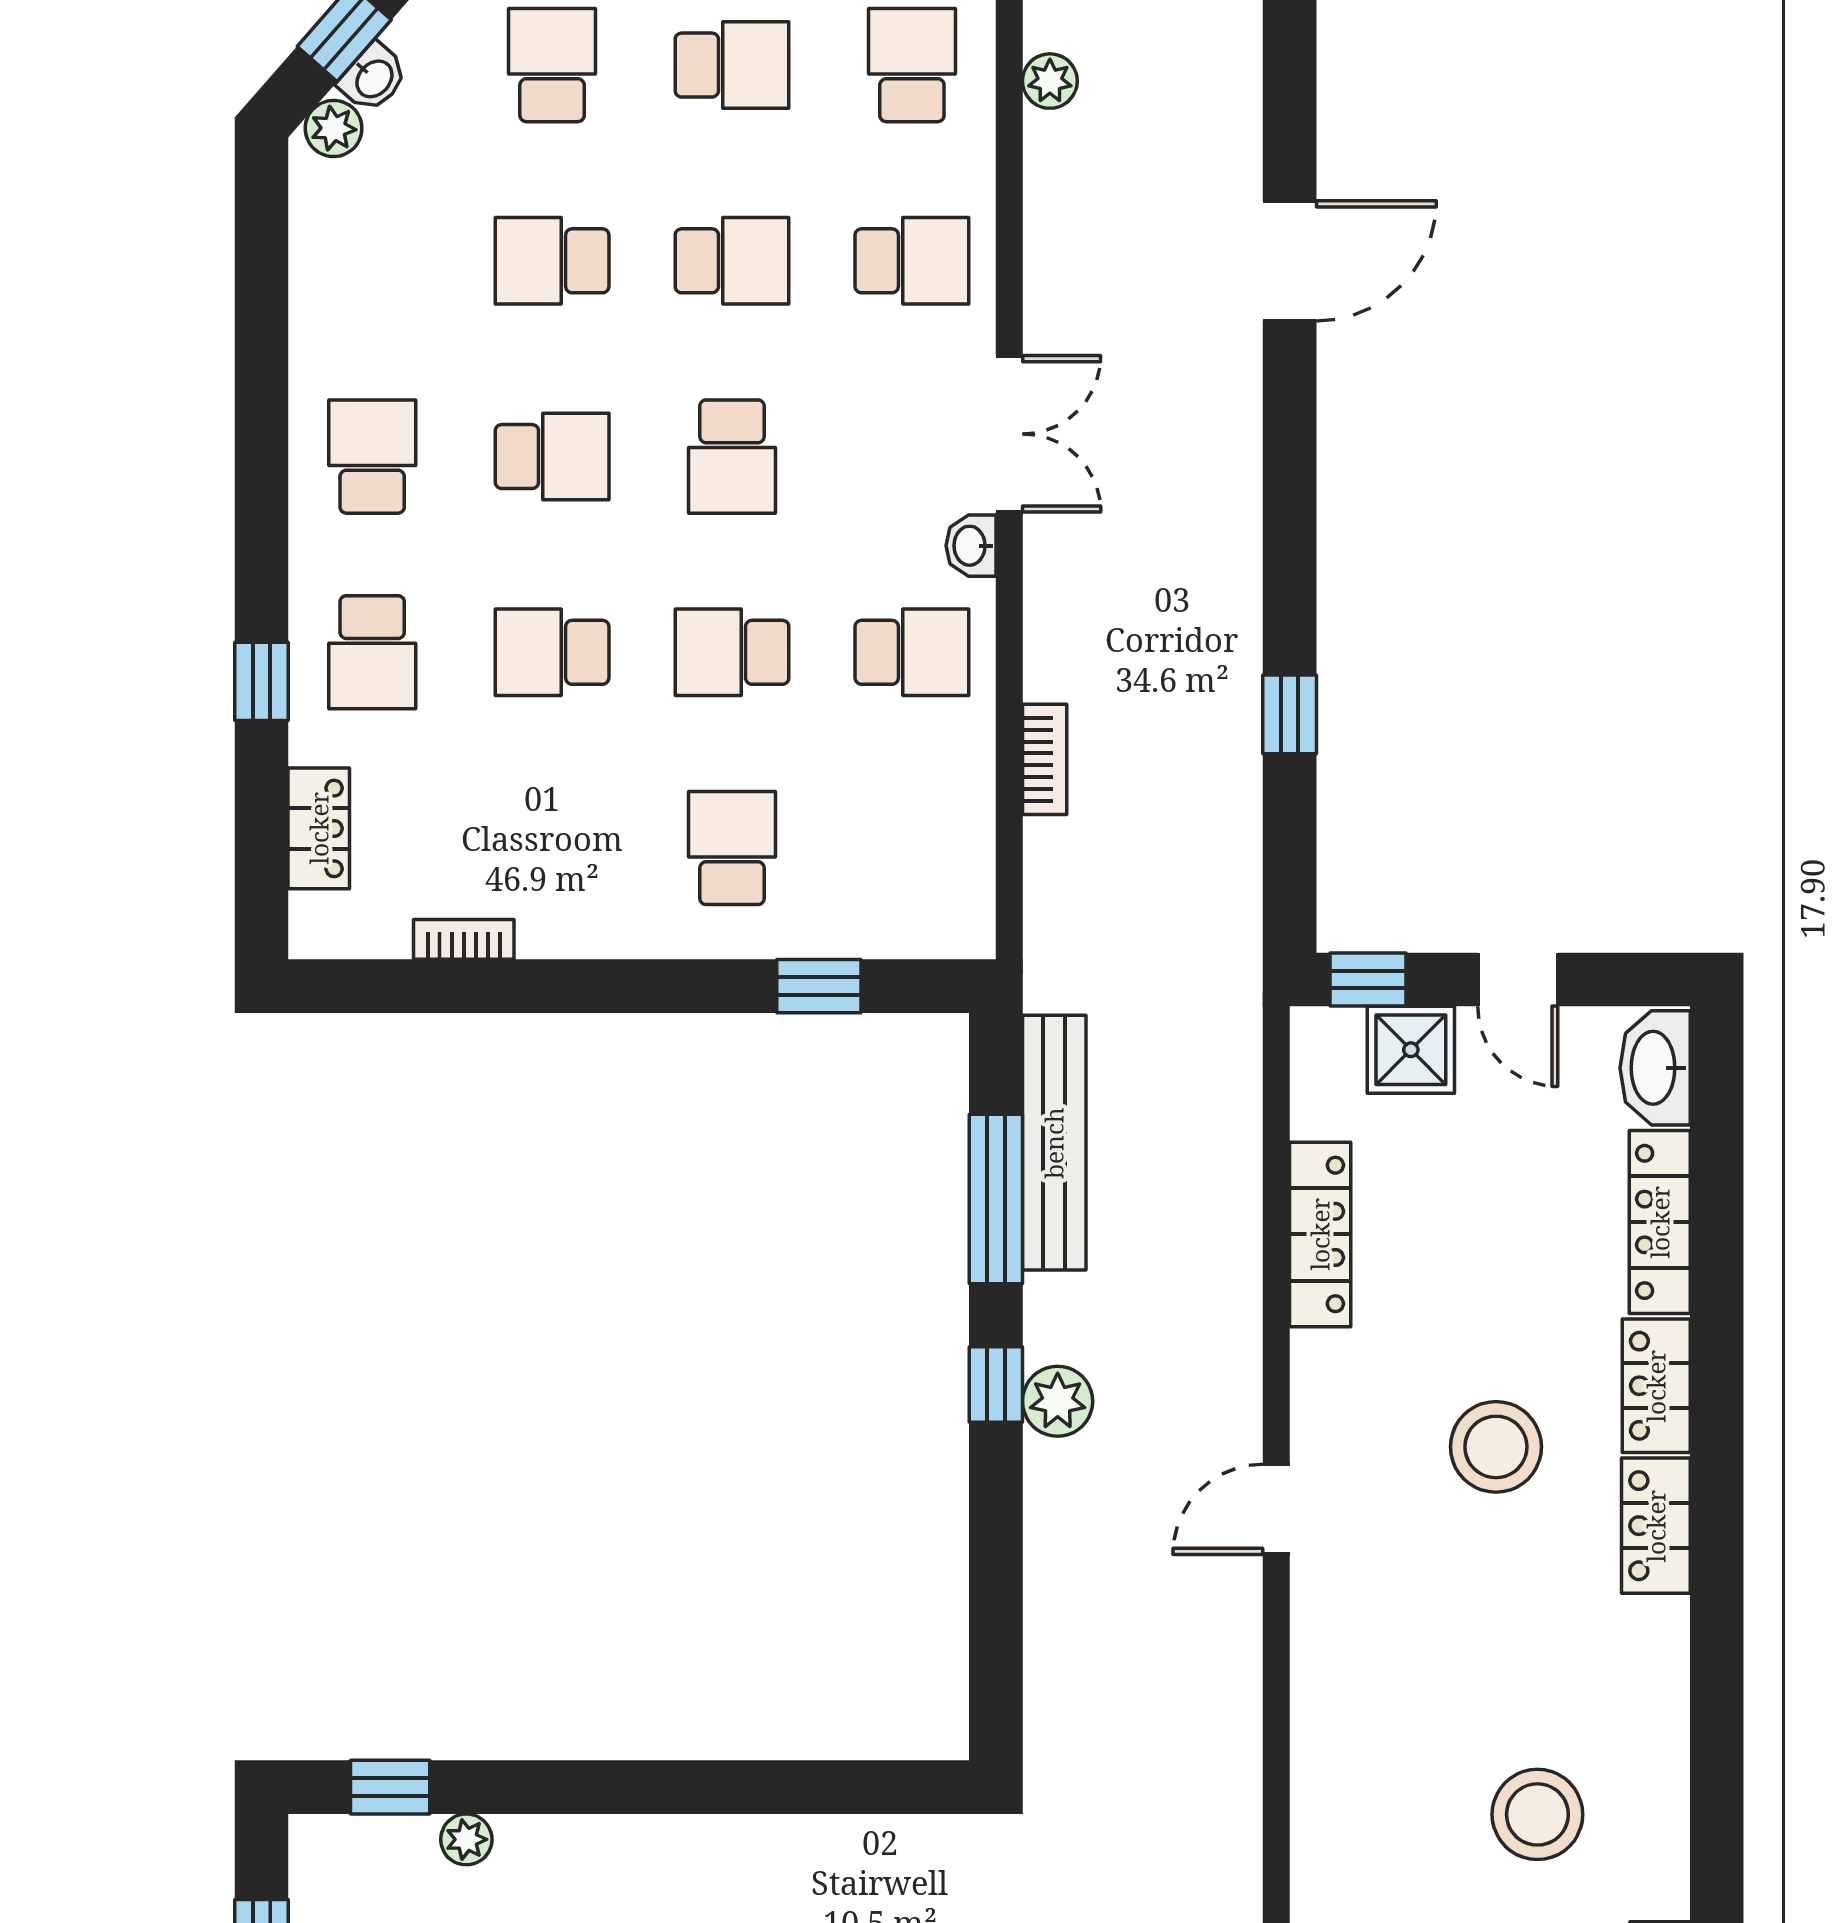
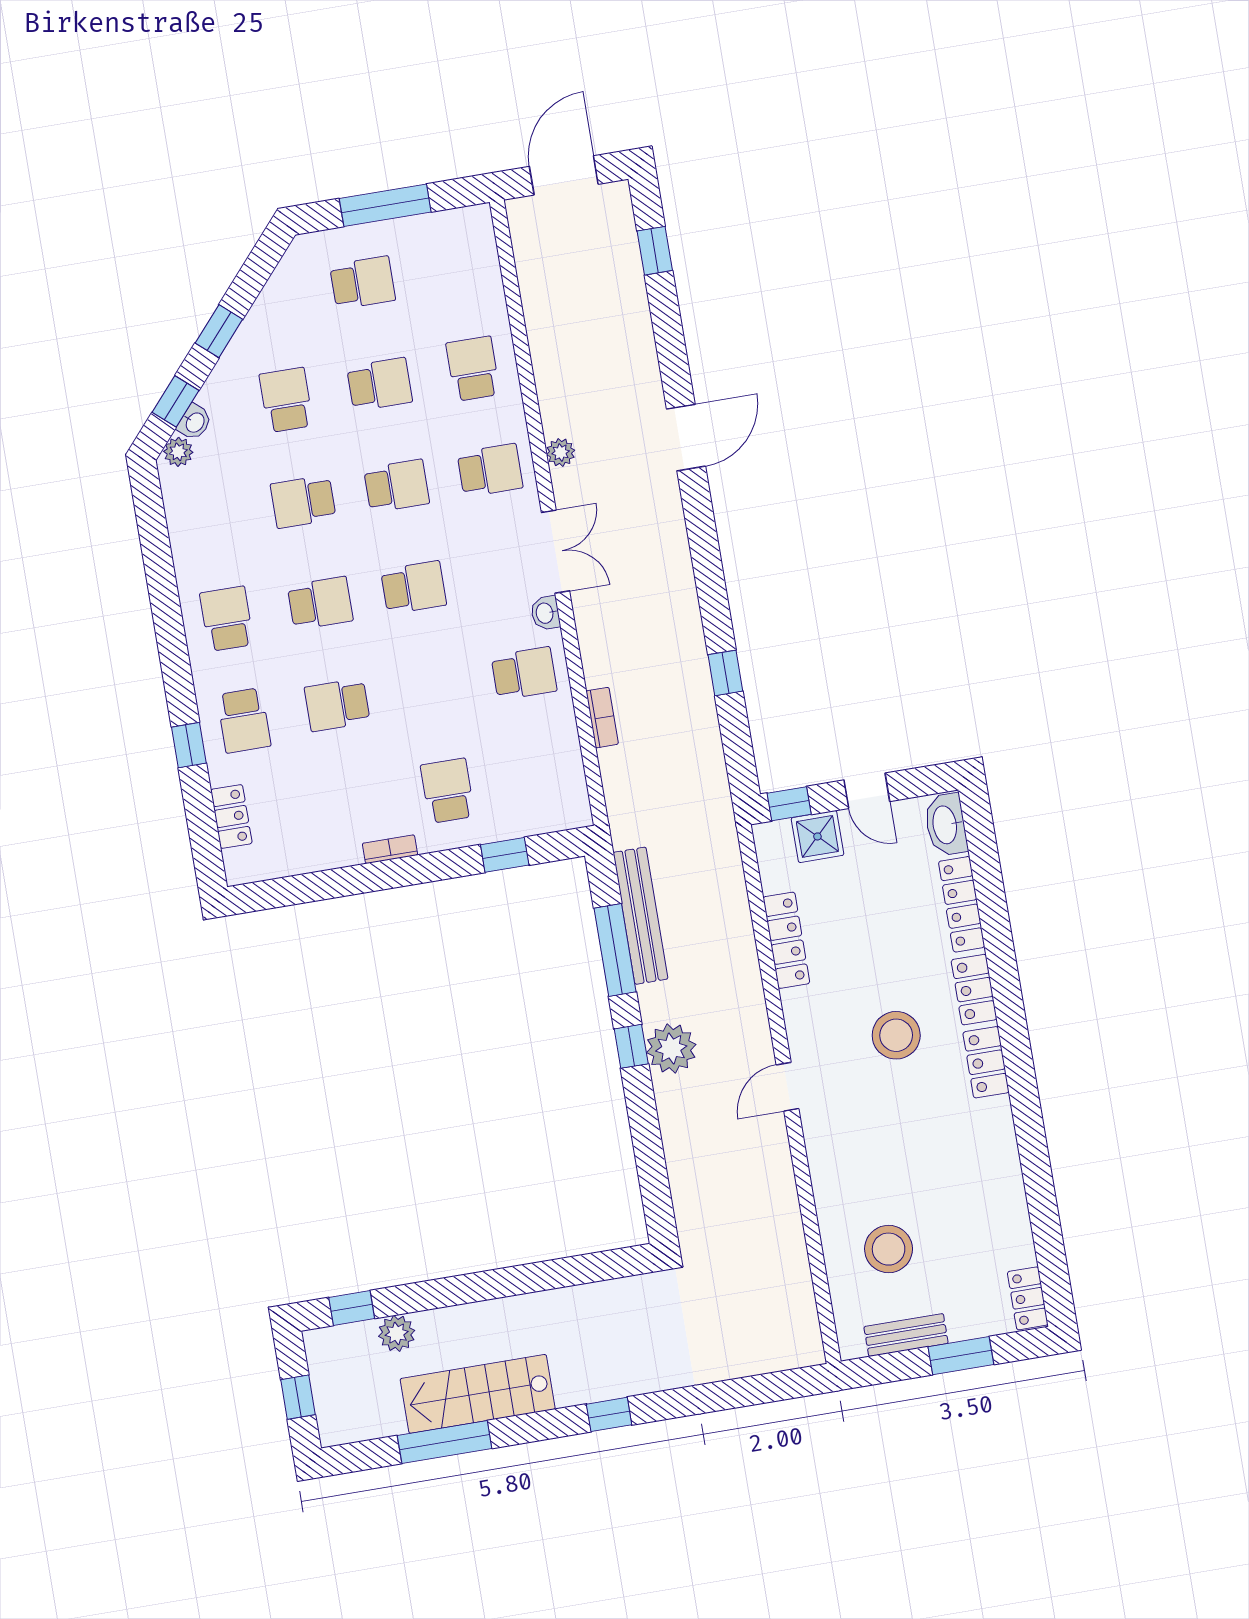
plant: (1050, 81) -> (561, 452), moved
school desk: (732, 457) -> (414, 588), turned -90
school desk: (732, 652) -> (431, 689), removed
bookcase: (464, 939) -> (390, 849), moved
plant: (1058, 1401) -> (671, 1049), width x1.36, depth x1.36
stool: (1537, 1814) -> (889, 1249), moved
plant: (466, 1839) -> (397, 1333), width x1.38, depth x1.38

